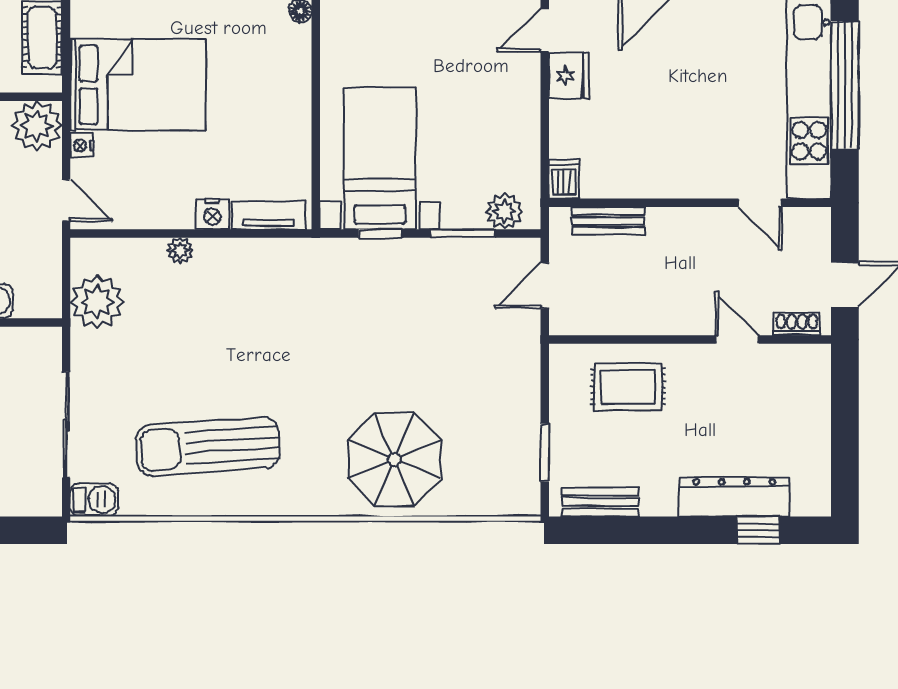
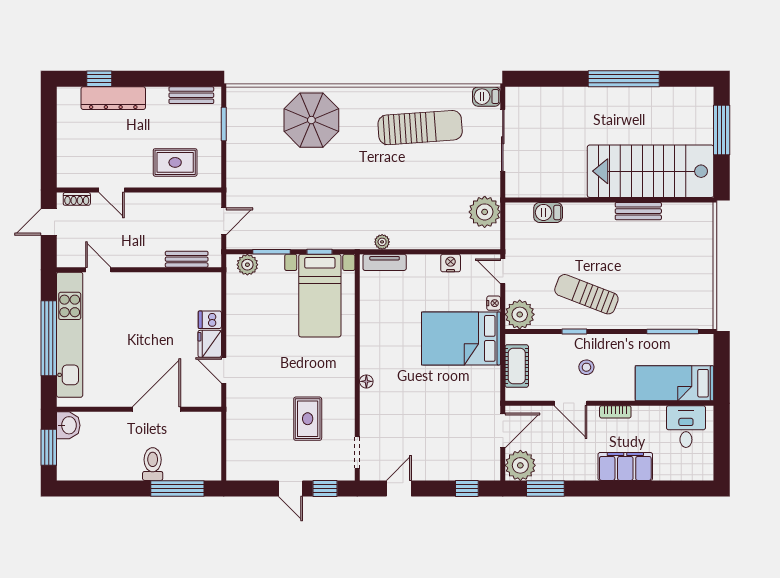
door: (545, 30) -> (224, 370), swing flipped
dishwasher: (564, 179) -> (210, 320), moved, turned 90
nightstand: (212, 214) -> (451, 263), moved
plant: (180, 250) -> (382, 242), moved

